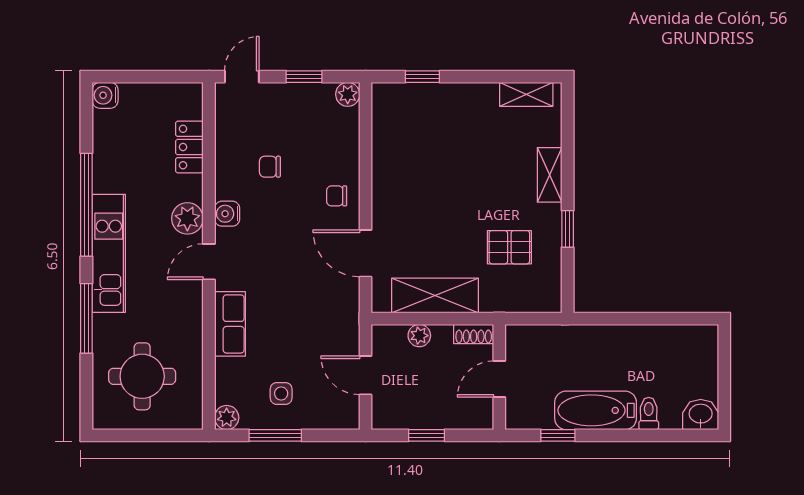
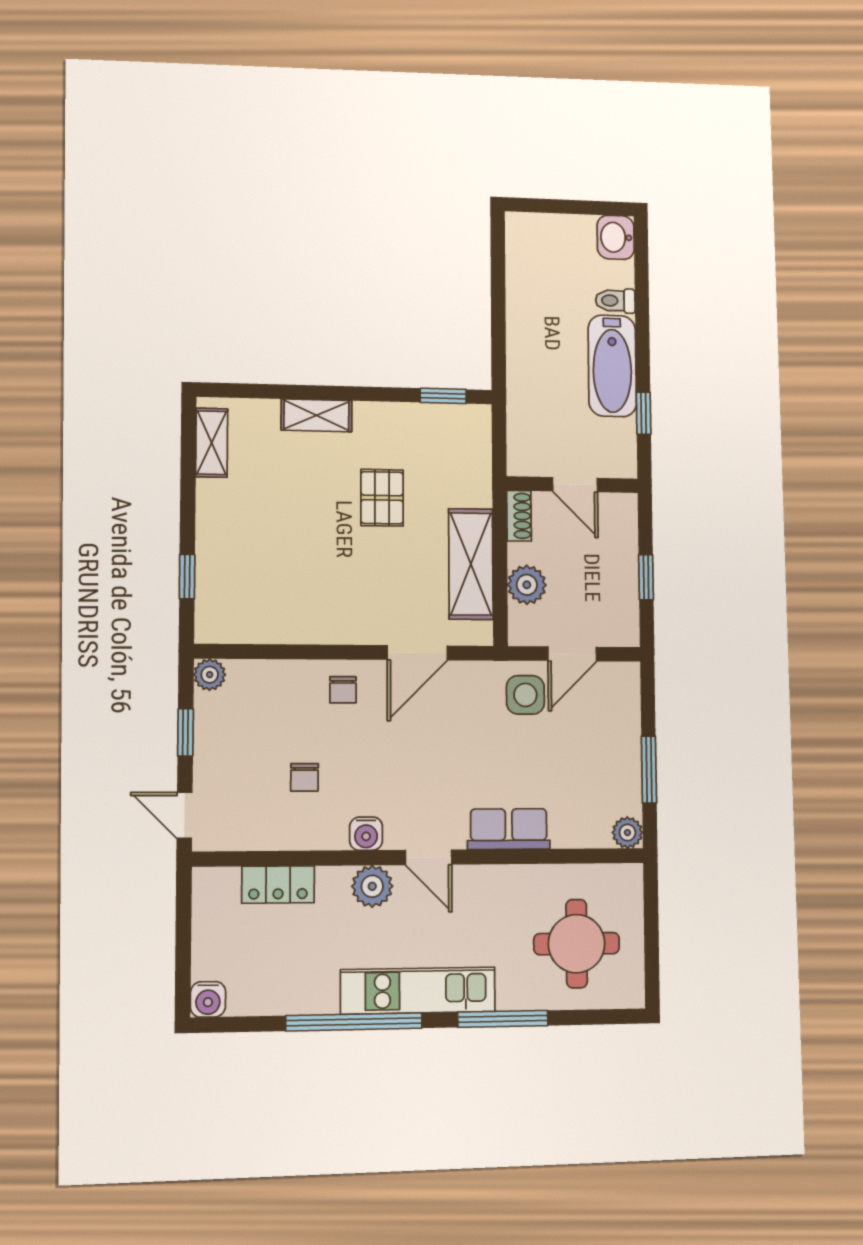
window: (568, 229) -> (443, 396), moved
pallet: (509, 247) -> (382, 498), moved
plant: (419, 336) -> (527, 585), width x1.38, depth x1.38
side table: (281, 393) -> (525, 695), moved, width x1.37, depth x1.37

